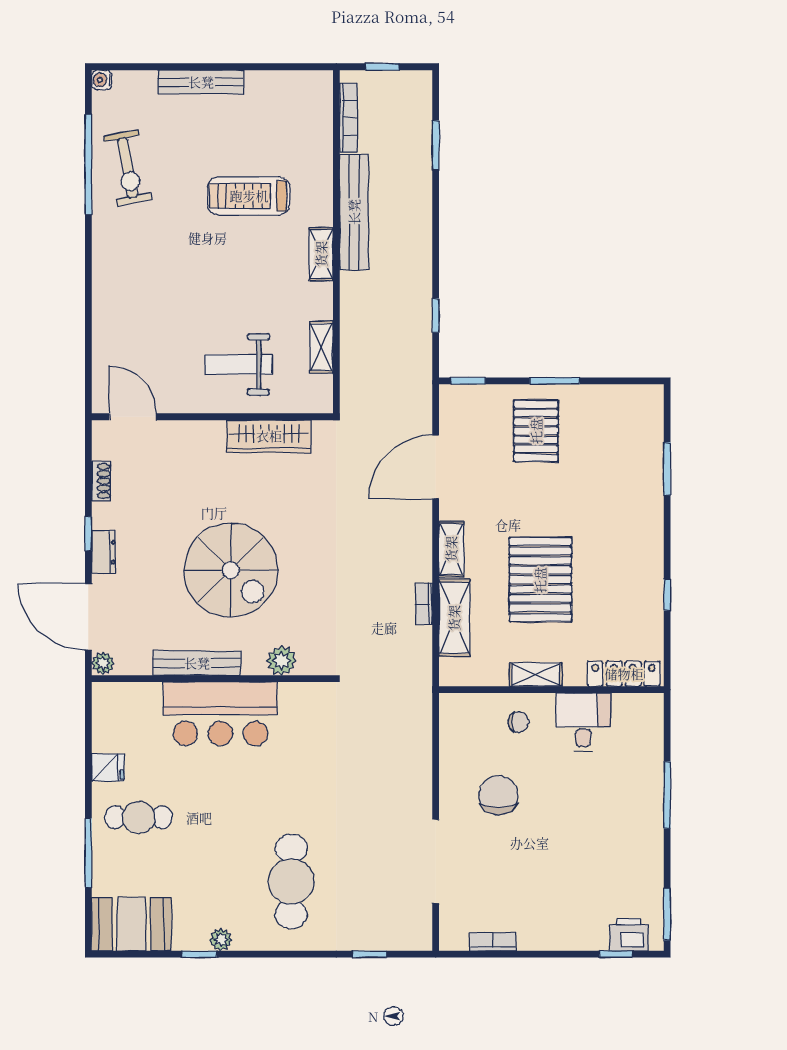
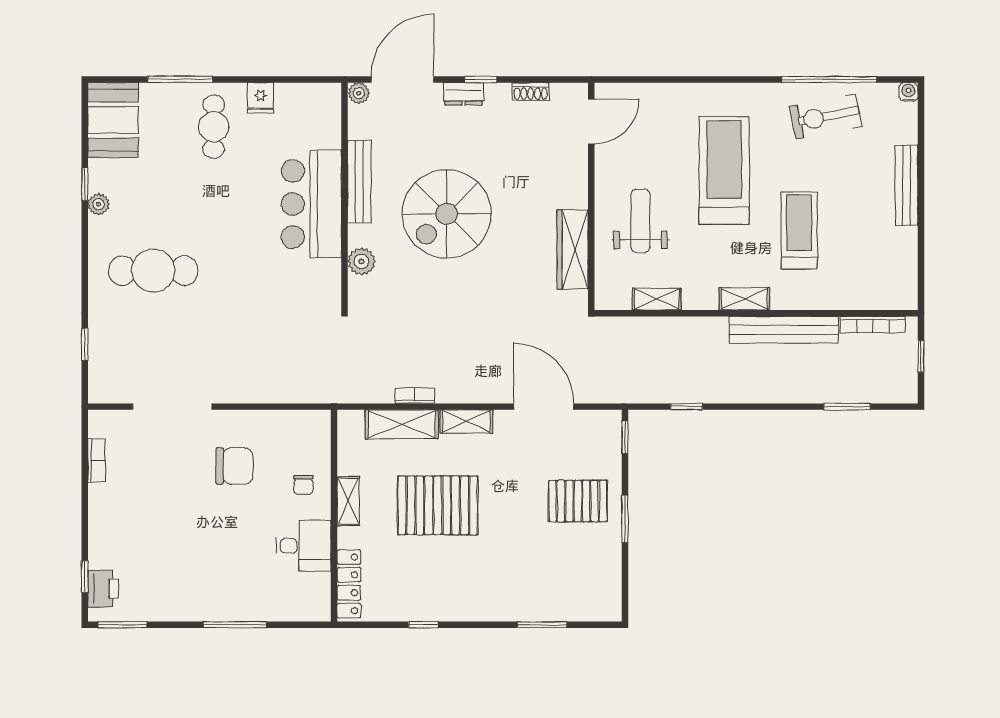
treadmill: (185, 276) -> (724, 170), added

